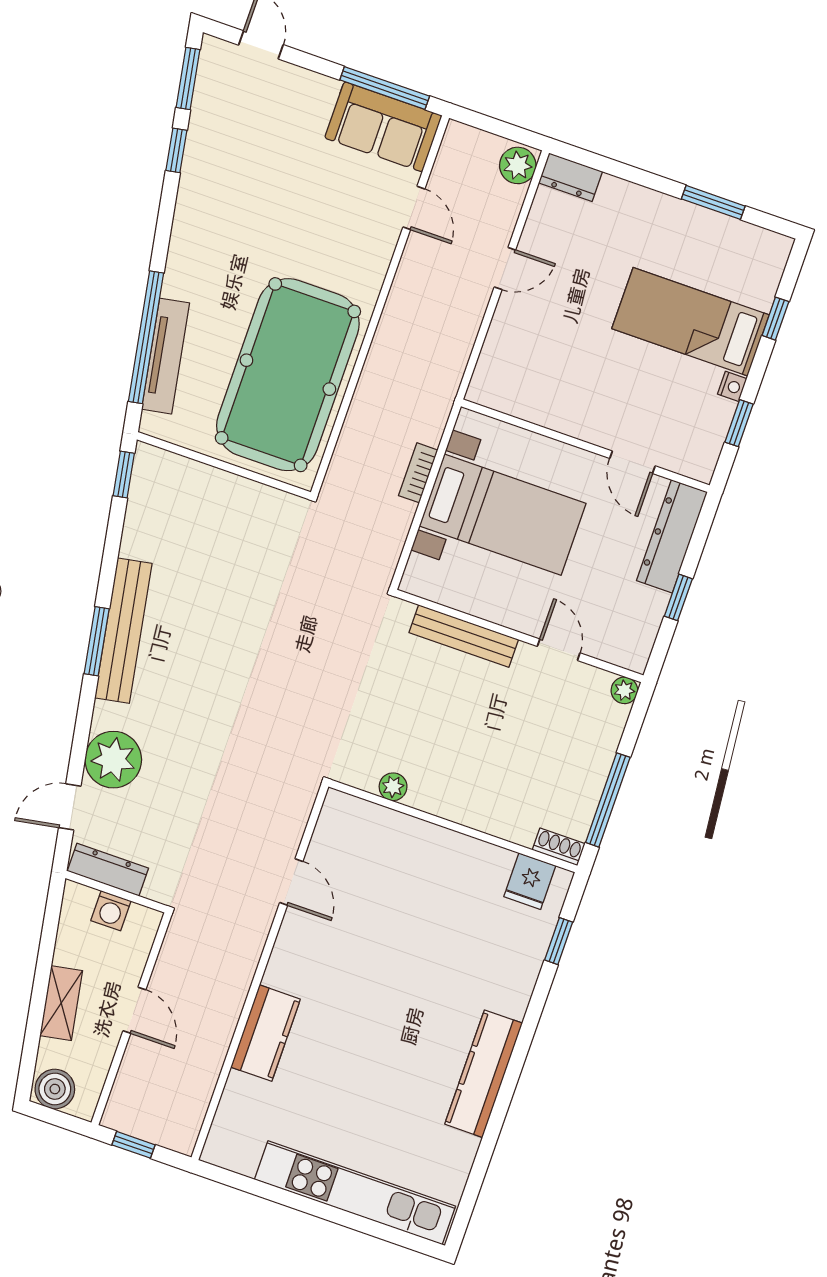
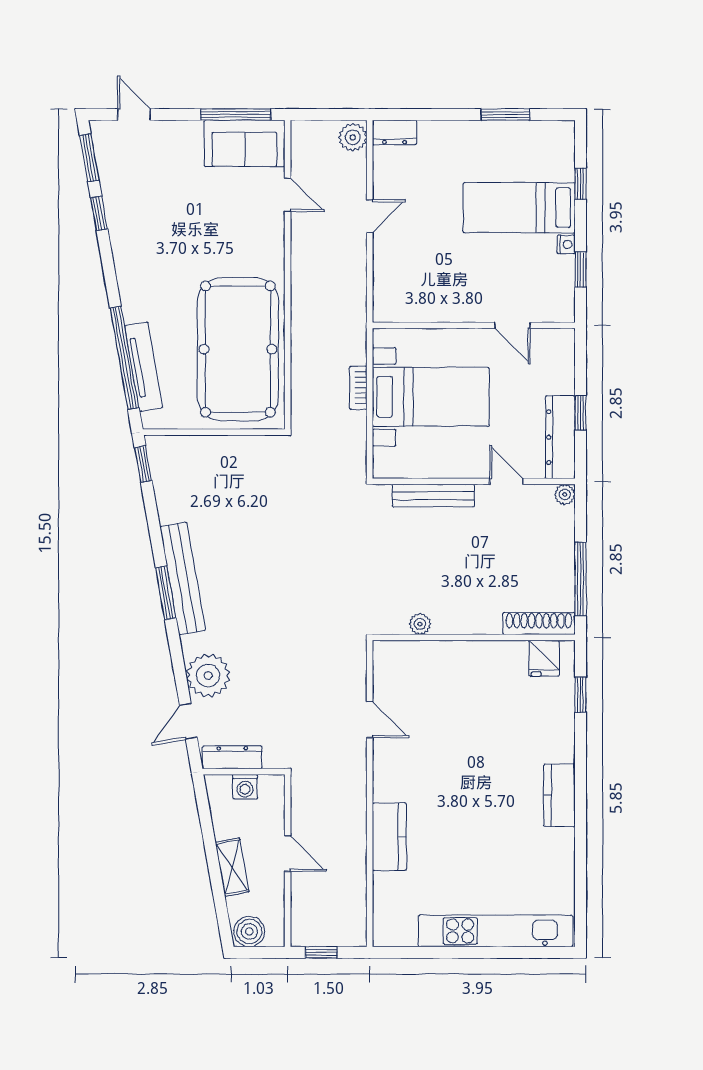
dresser: (672, 536) -> (560, 437), moved
shoe rack: (559, 847) -> (539, 624), width x1.94, depth x1.24
kitchen counter: (484, 1074) -> (559, 795), width x0.67

